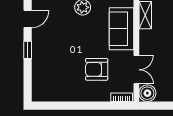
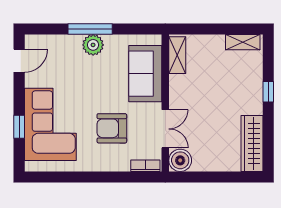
window: (28, 50) -> (19, 127), moved
corner sofa: (51, 66) -> (50, 124), added

